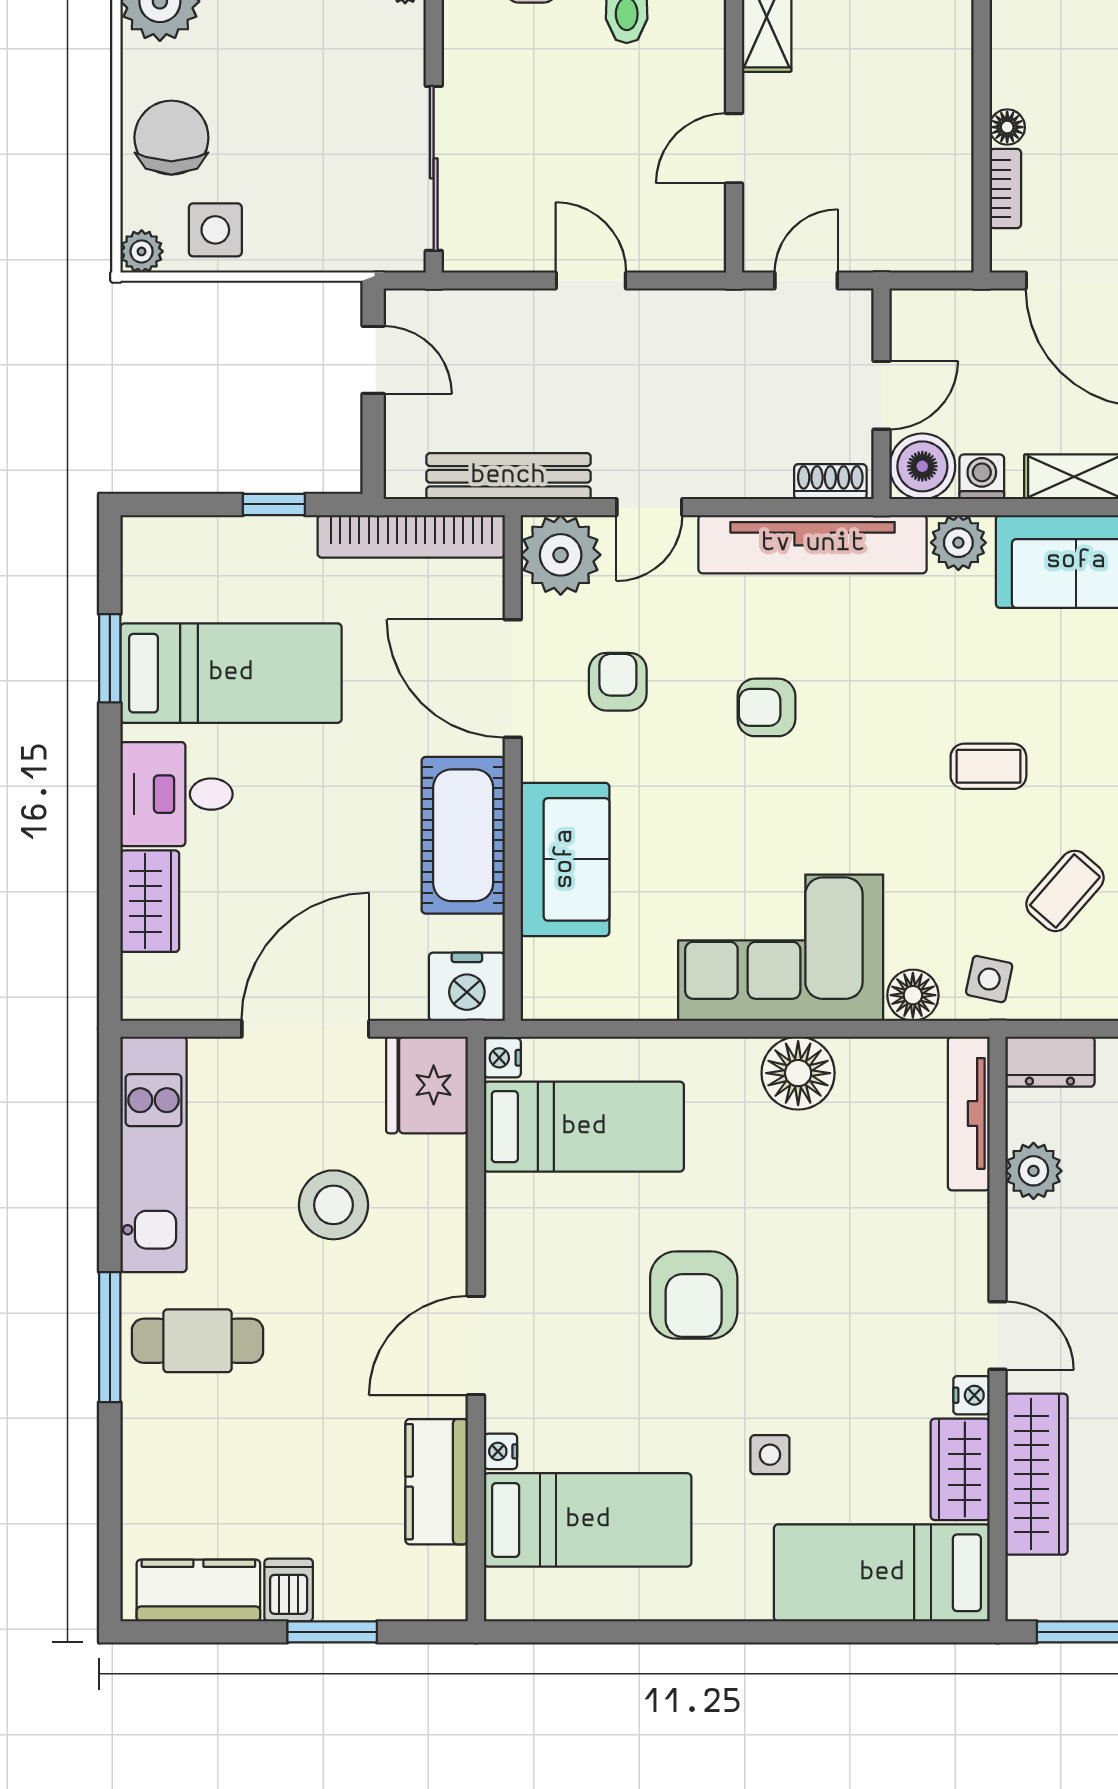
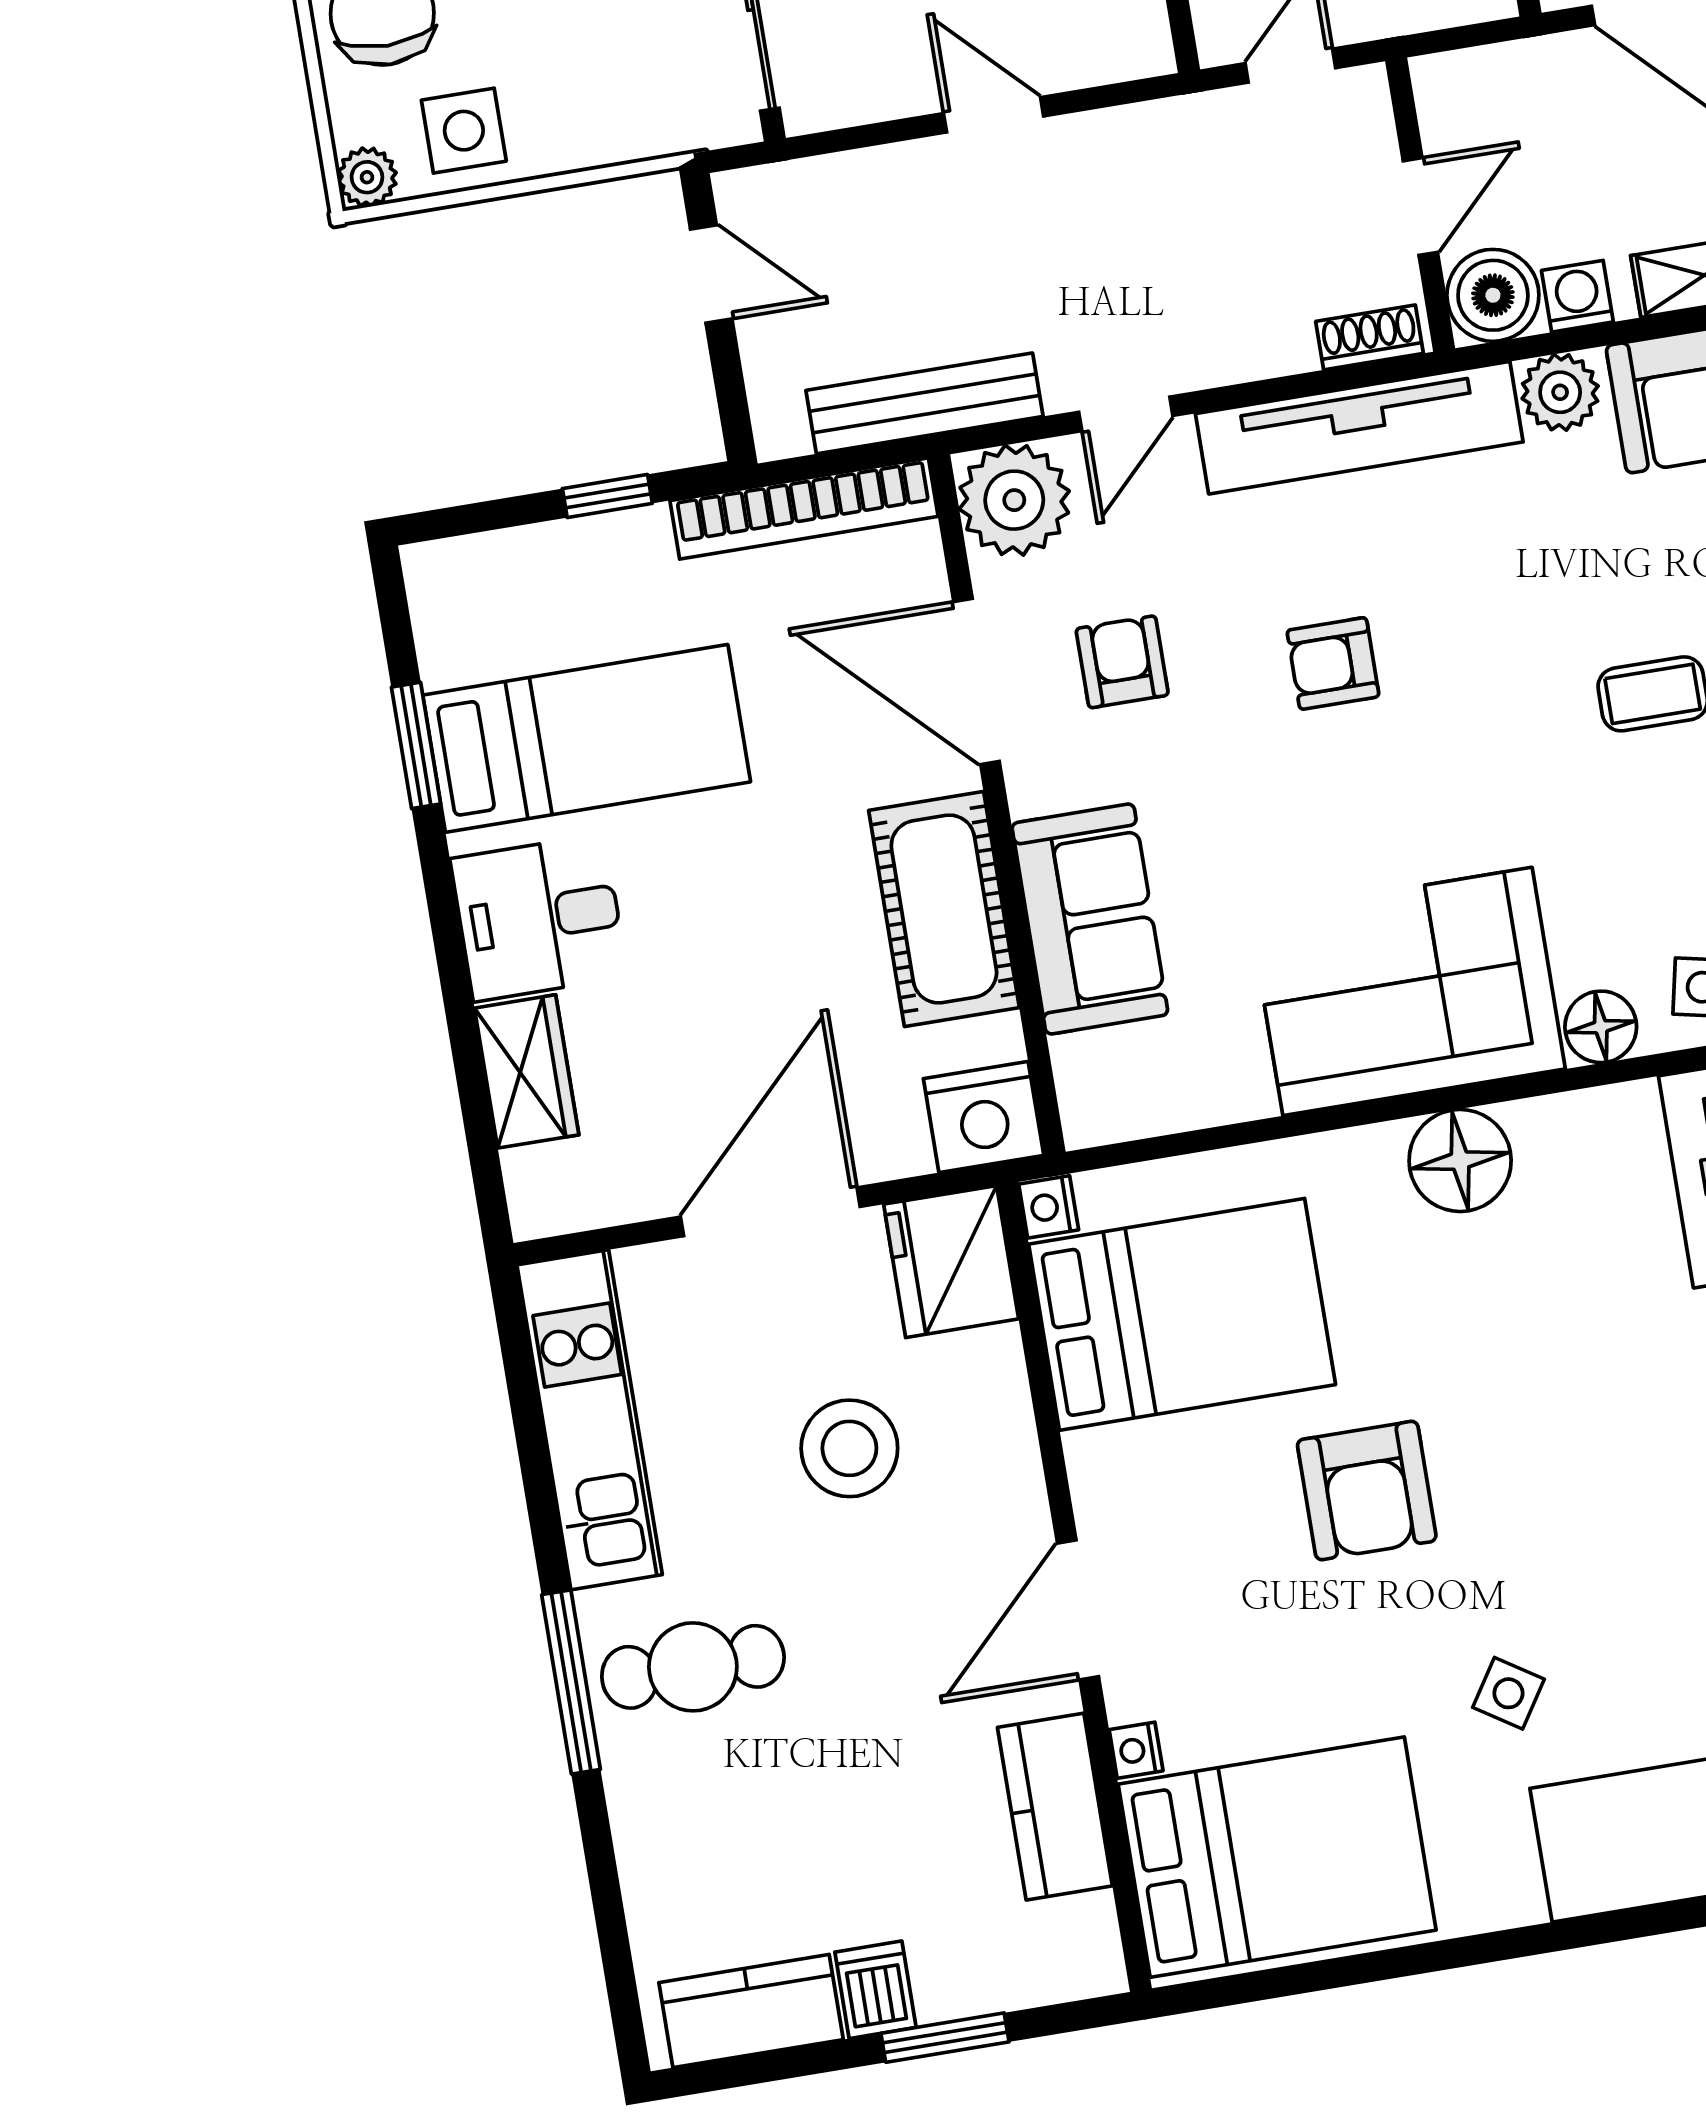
bed: (584, 1127) -> (1182, 1314), width x1.50
side table: (770, 1455) -> (1508, 1693), turned 33
bed: (588, 1520) -> (1277, 1857), width x1.50

